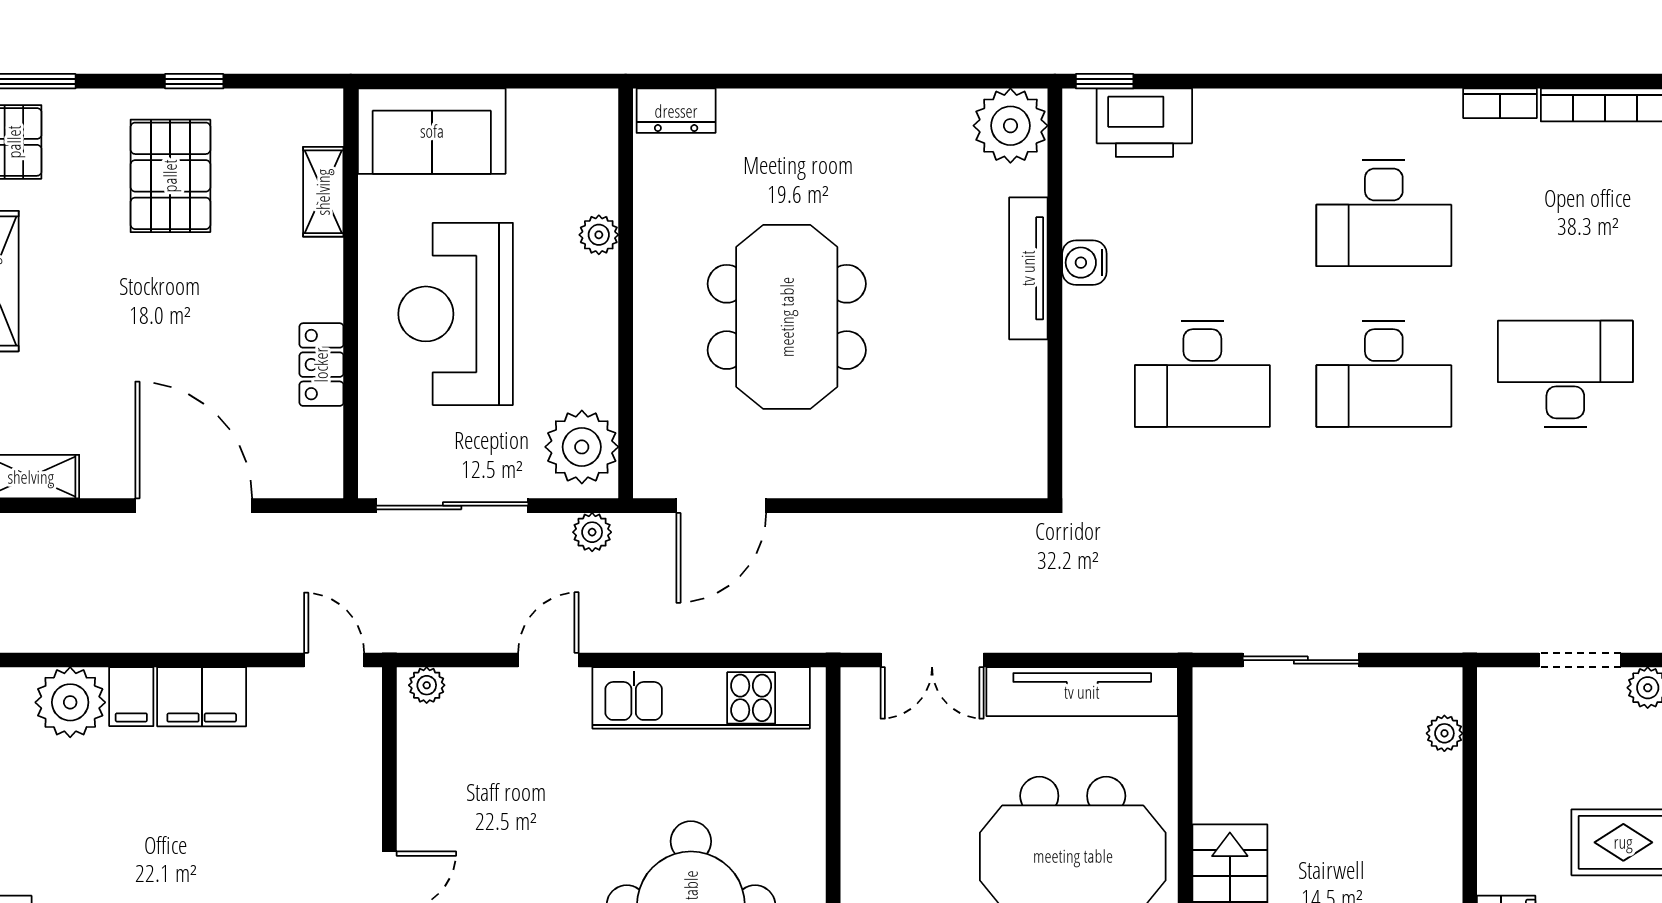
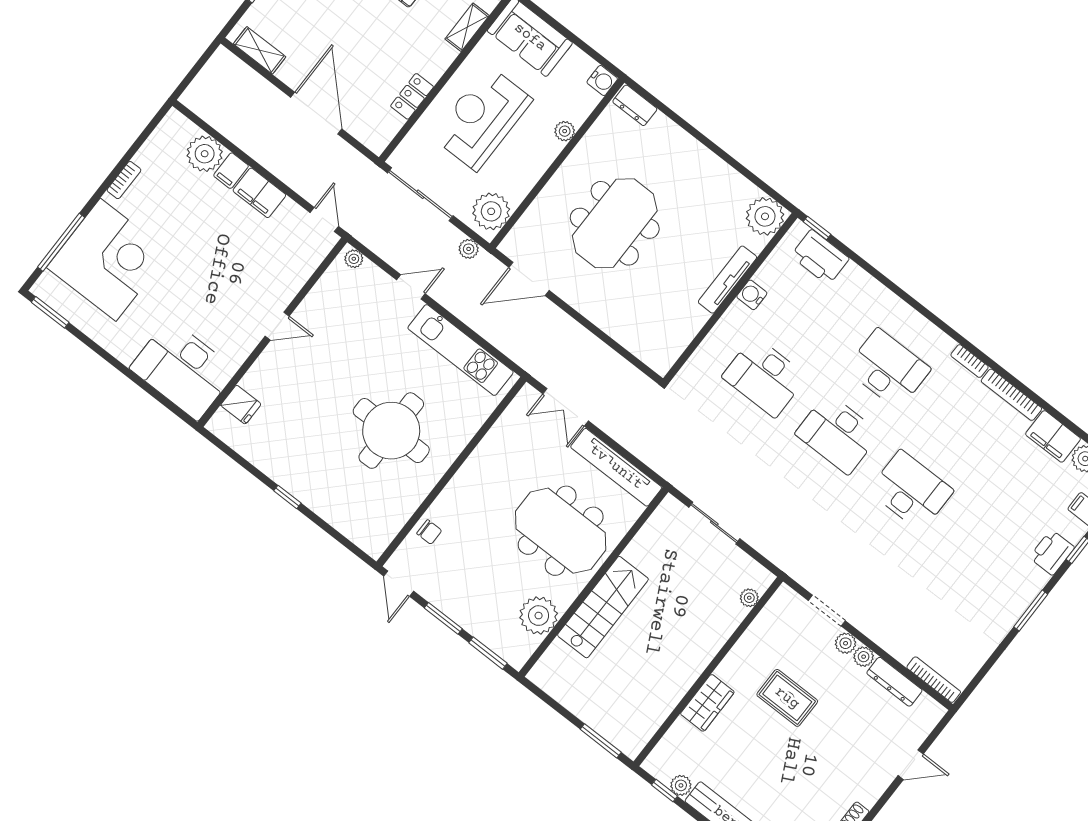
water cooler: (596, 112) -> (602, 80), added
desk: (1384, 213) -> (888, 369), turned 180

